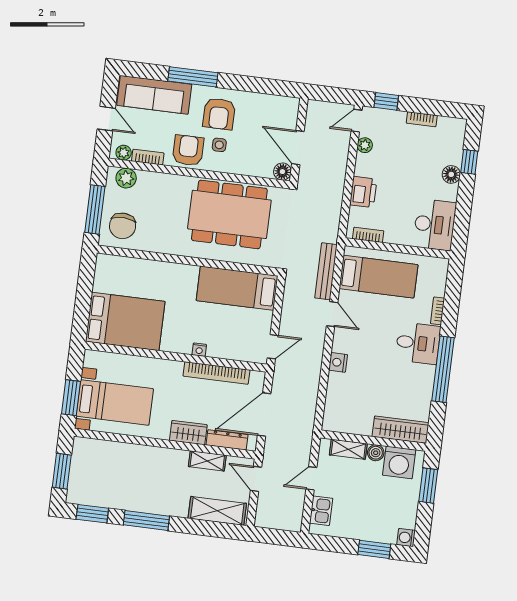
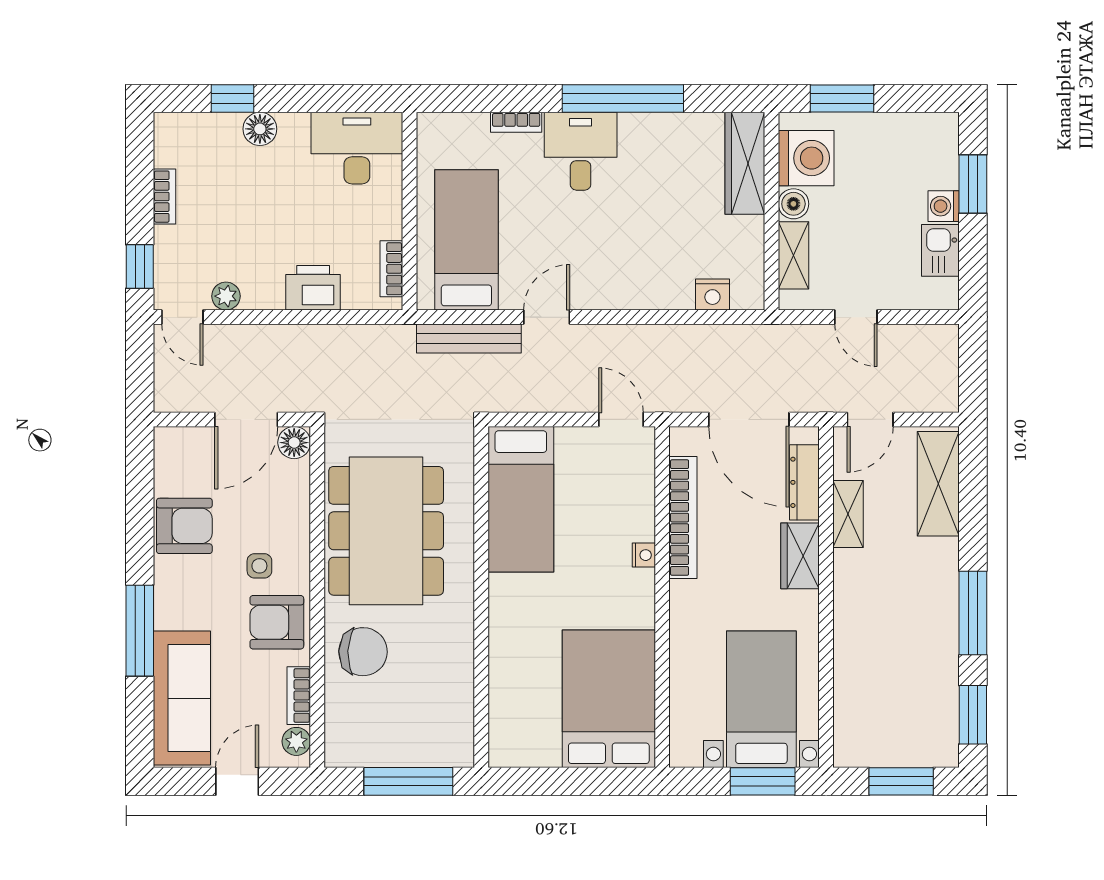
armchair: (219, 114) -> (184, 526), moved
plant: (126, 178) -> (343, 731), removed
chair: (123, 226) -> (363, 652), moved
nightstand: (338, 362) -> (712, 295), moved
kitchen sink: (321, 511) -> (940, 250), moved, turned -90
washing machine: (406, 538) -> (944, 206), moved, turned 90

